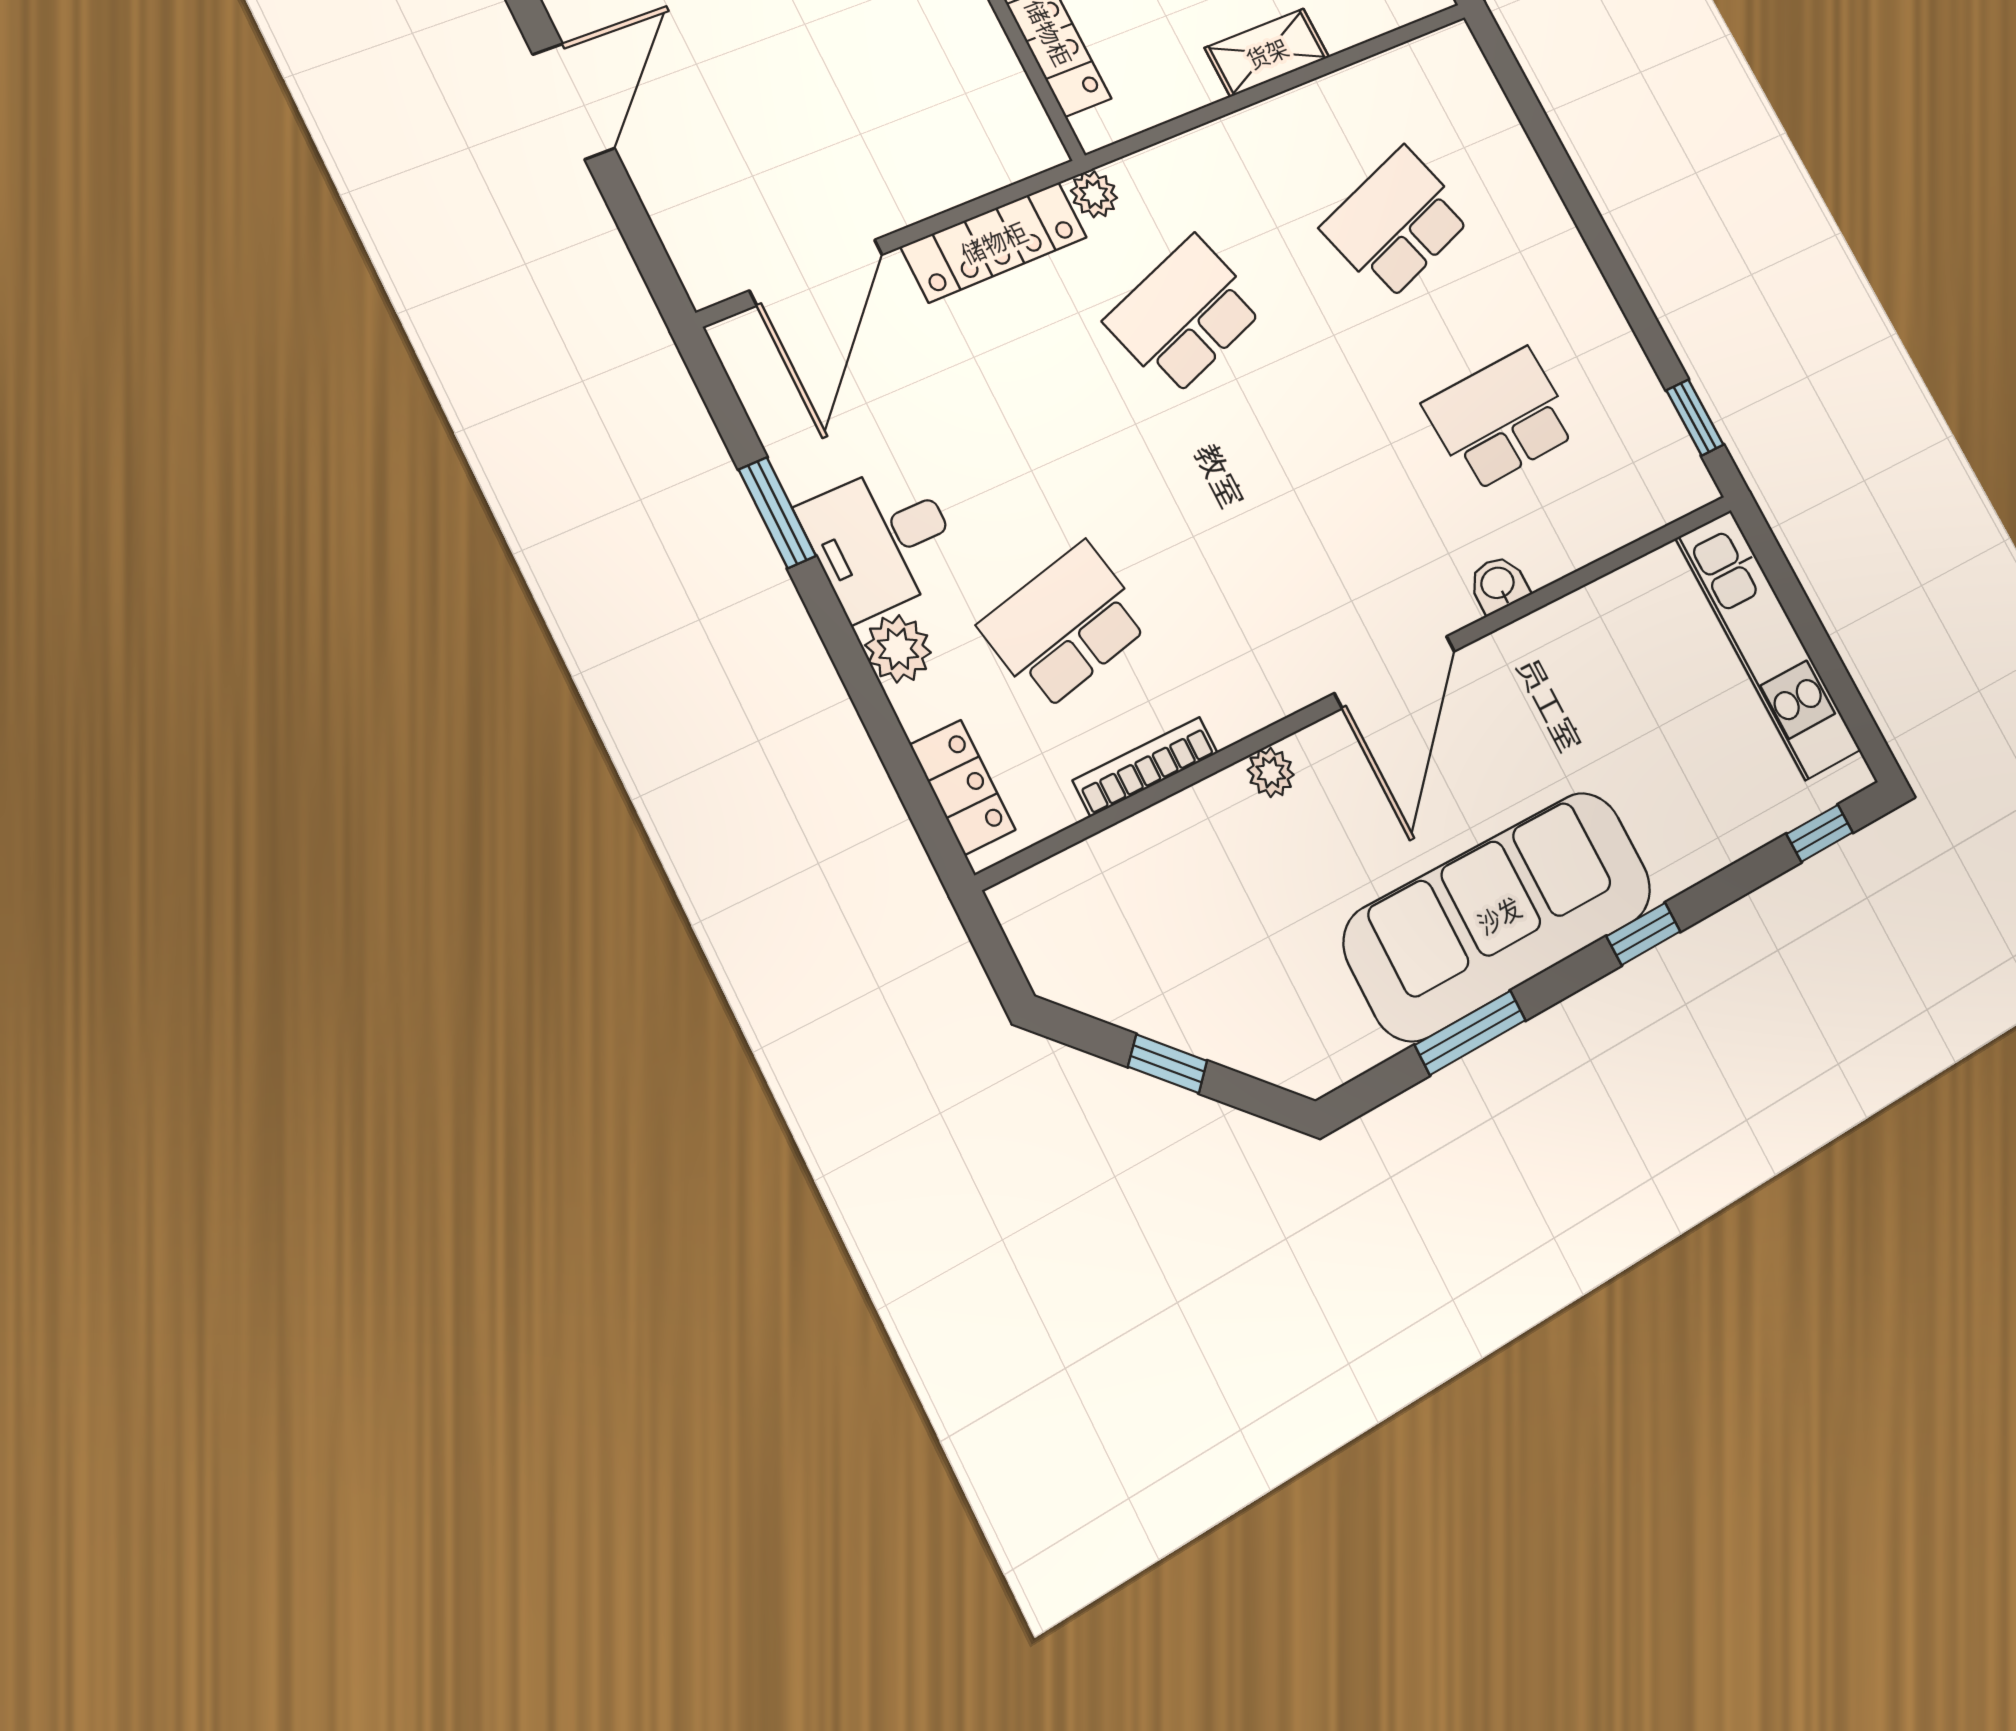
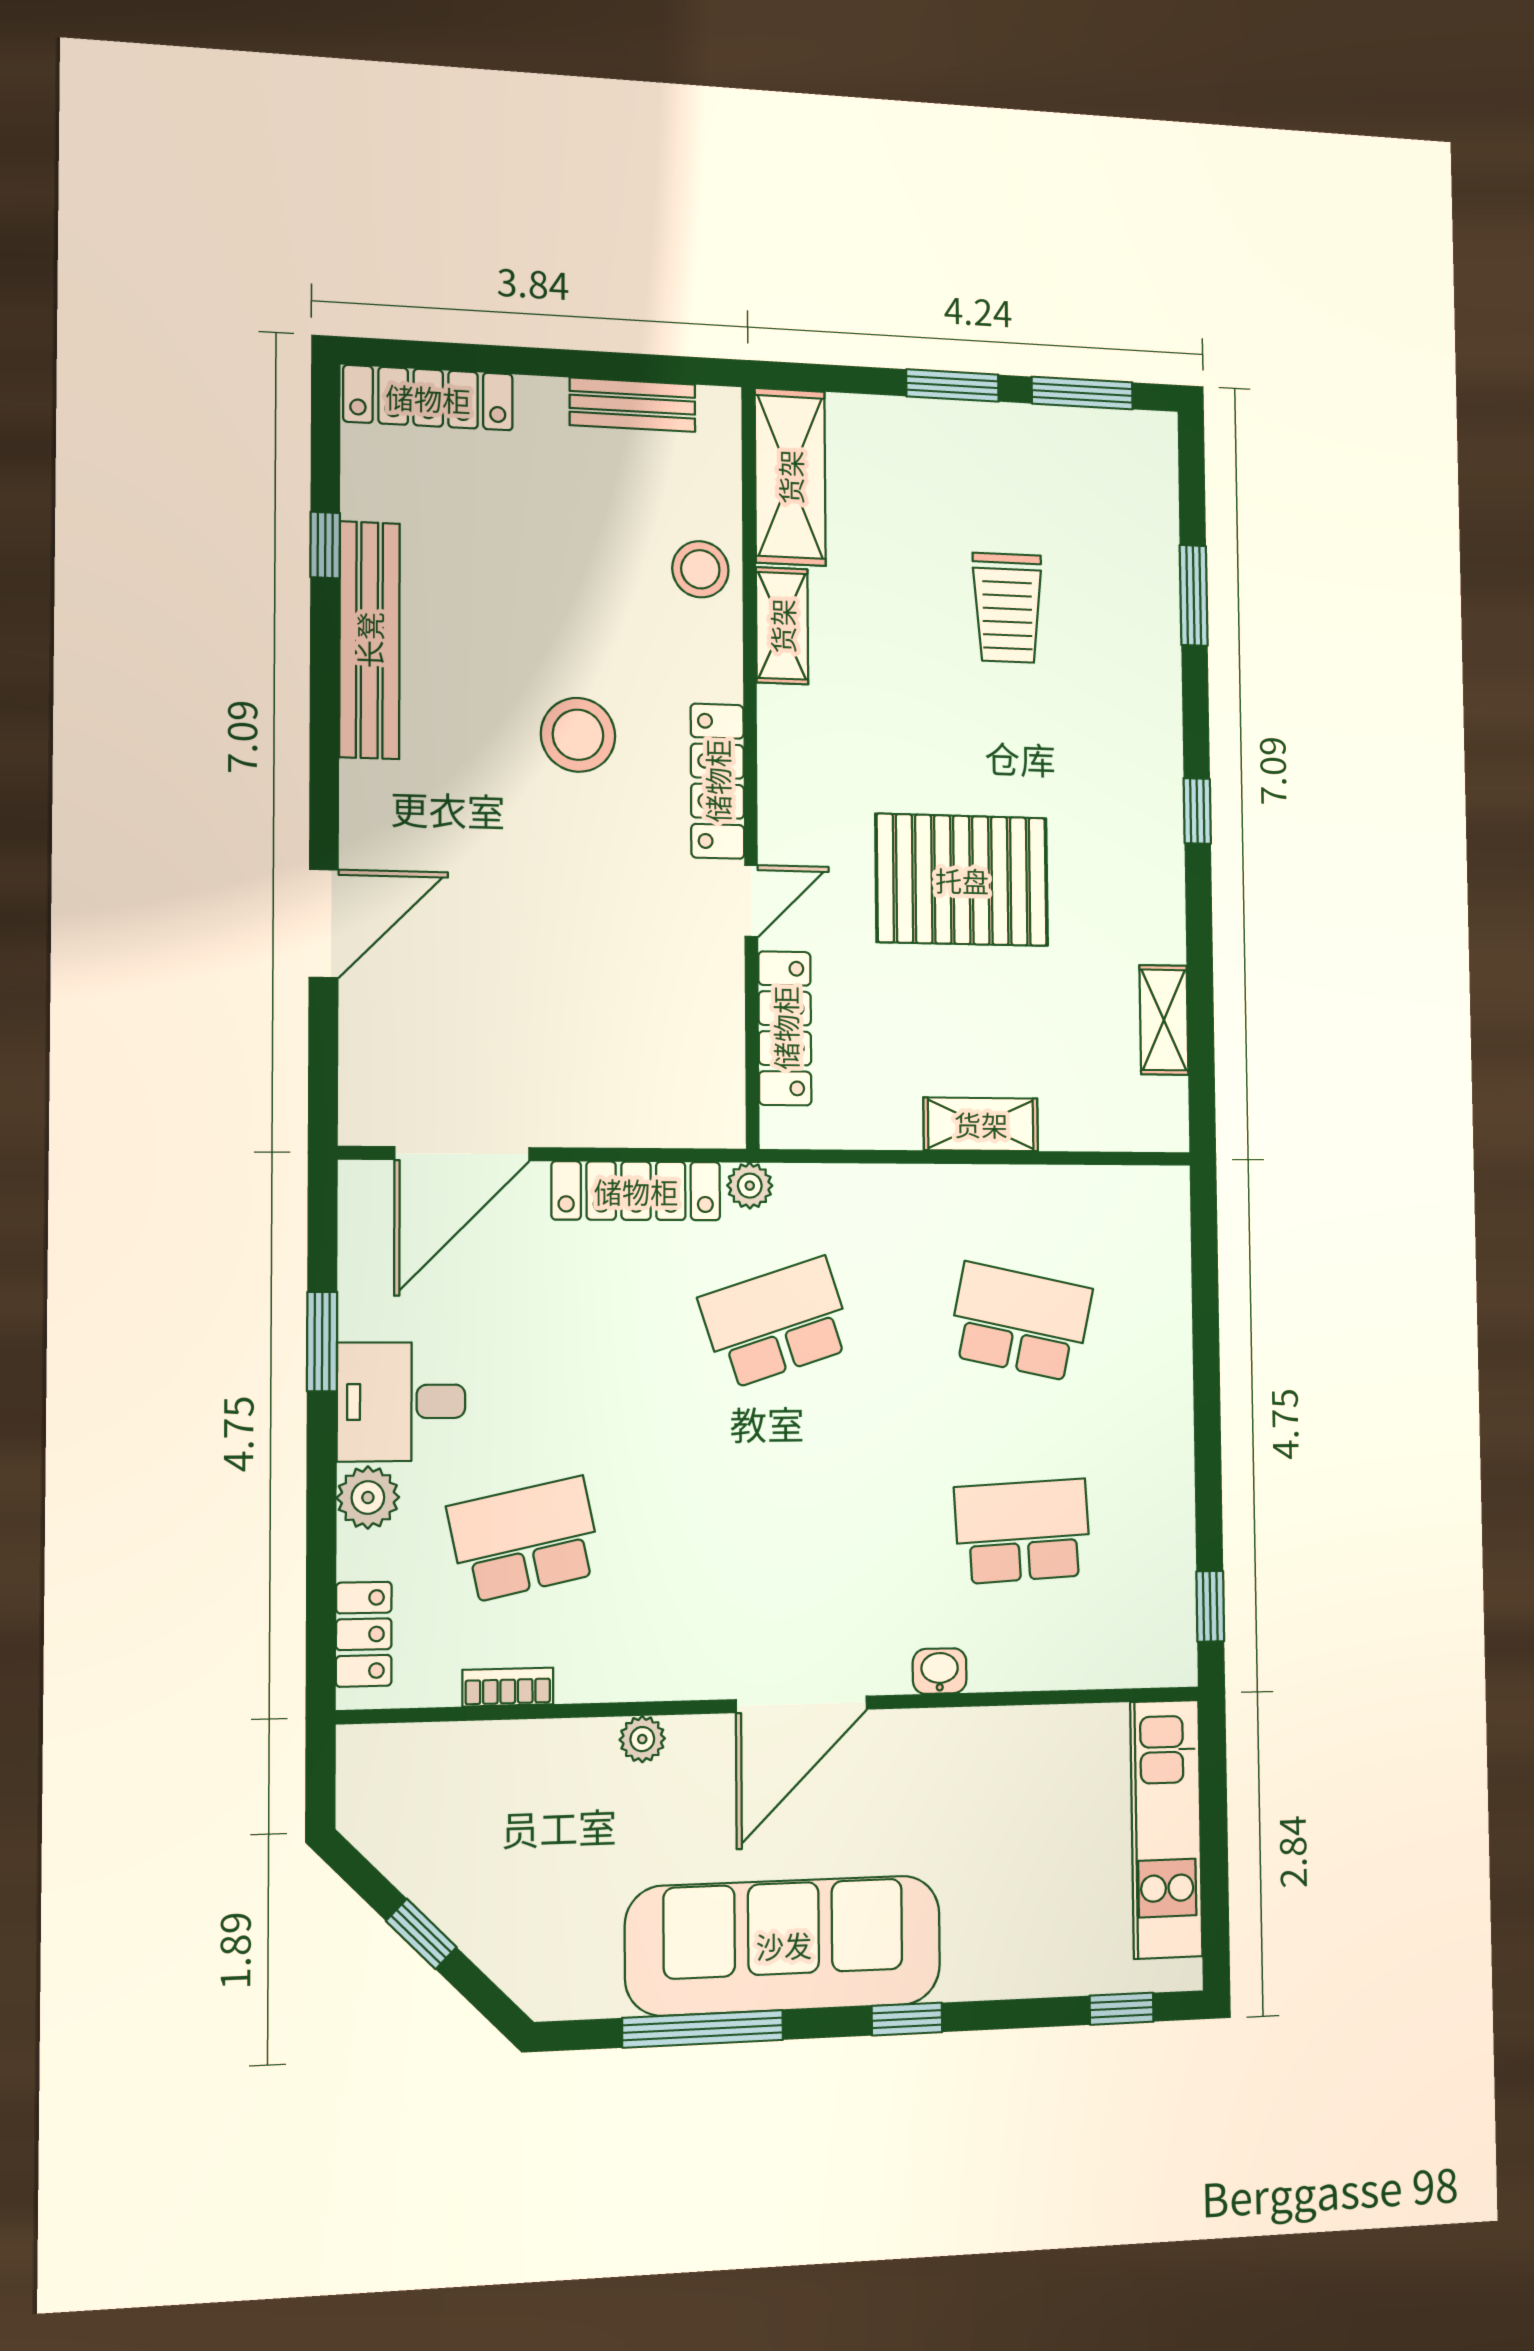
school desk: (1396, 223) -> (1020, 1322), turned 30
bookcase: (1146, 767) -> (508, 1687), width x0.64
window: (1470, 1033) -> (703, 2029), width x1.44

